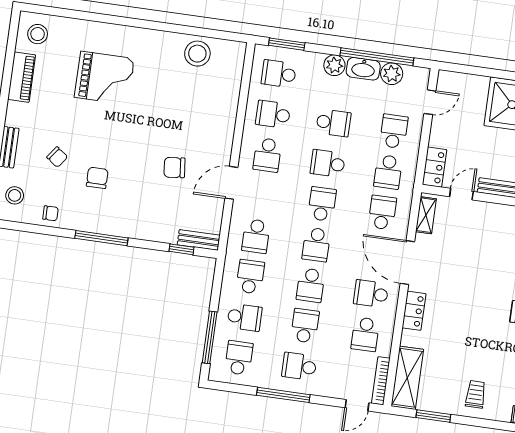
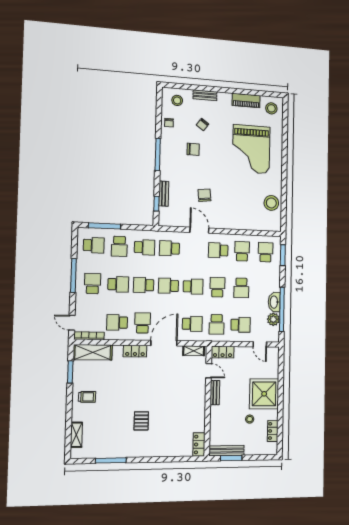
plant: (334, 65) -> (274, 285), removed
grand piano: (104, 78) -> (251, 149), width x1.37, depth x1.48
school desk: (388, 172) -> (217, 324), turned -90
bench: (199, 240) -> (164, 194), moved

